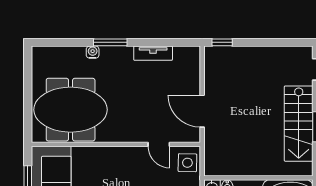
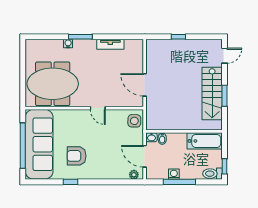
window: (222, 42) -> (178, 37), moved
door: (159, 144) -> (98, 108), moved

